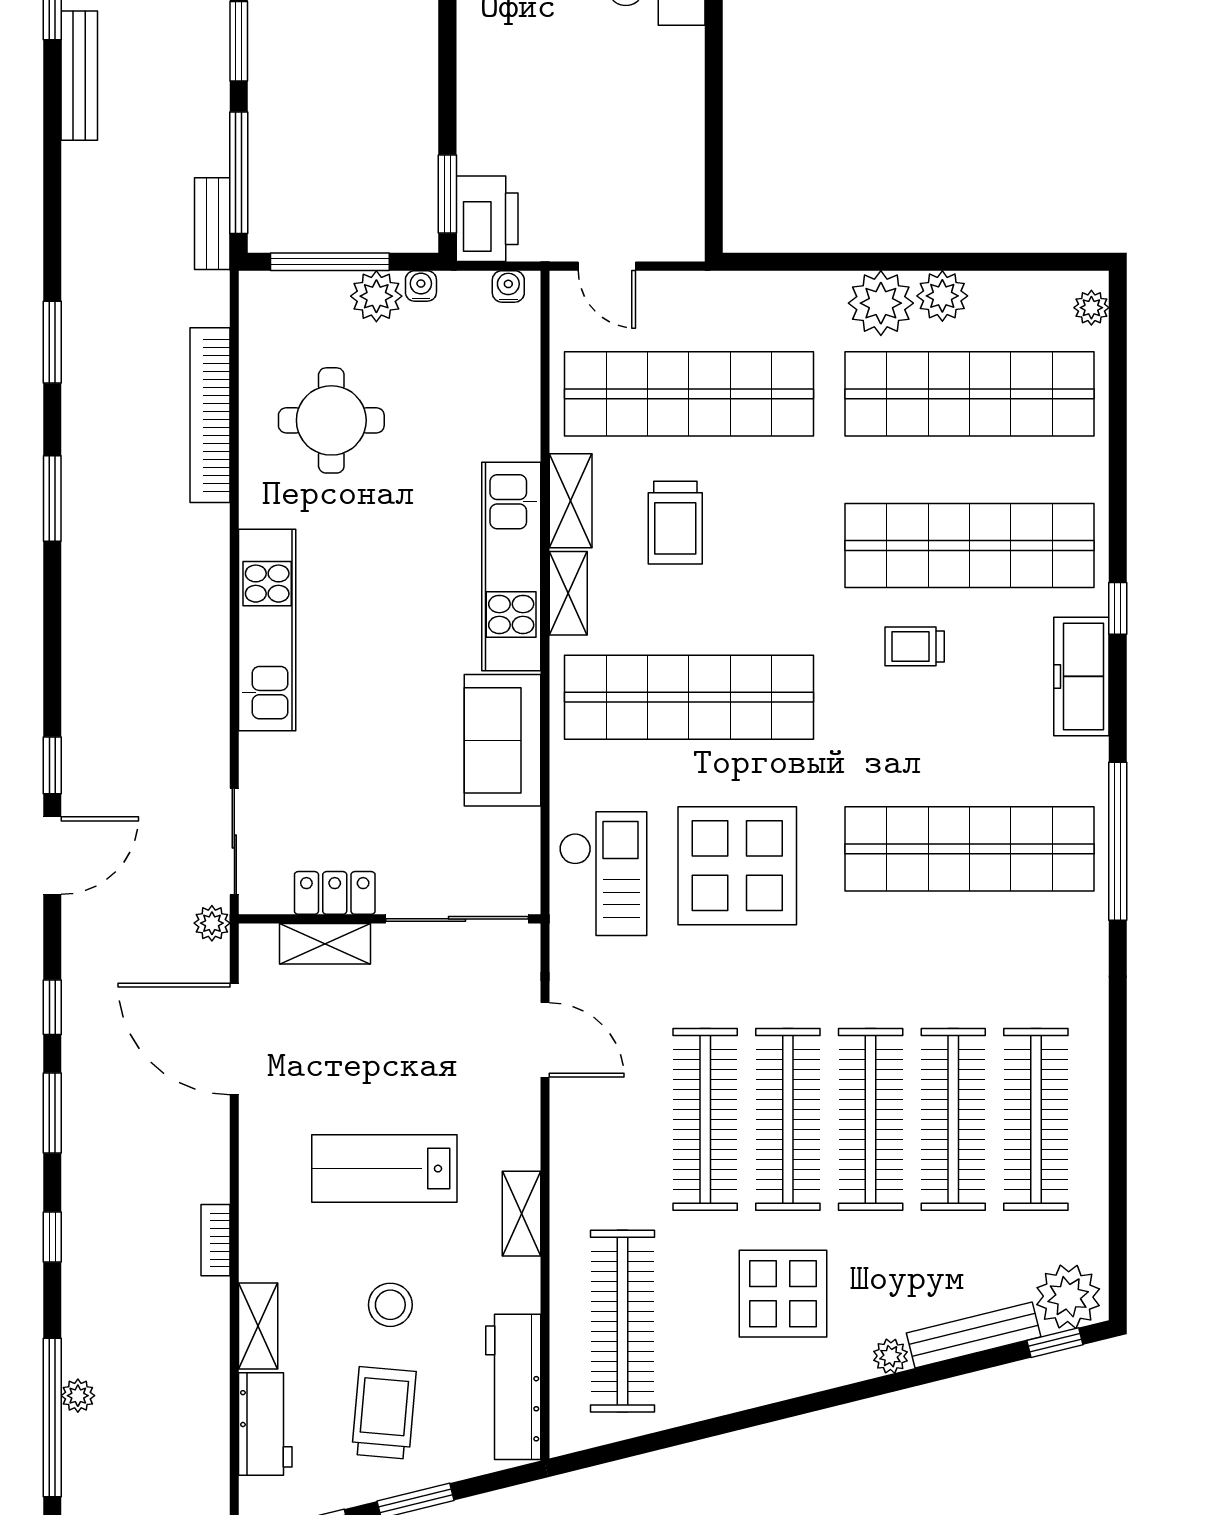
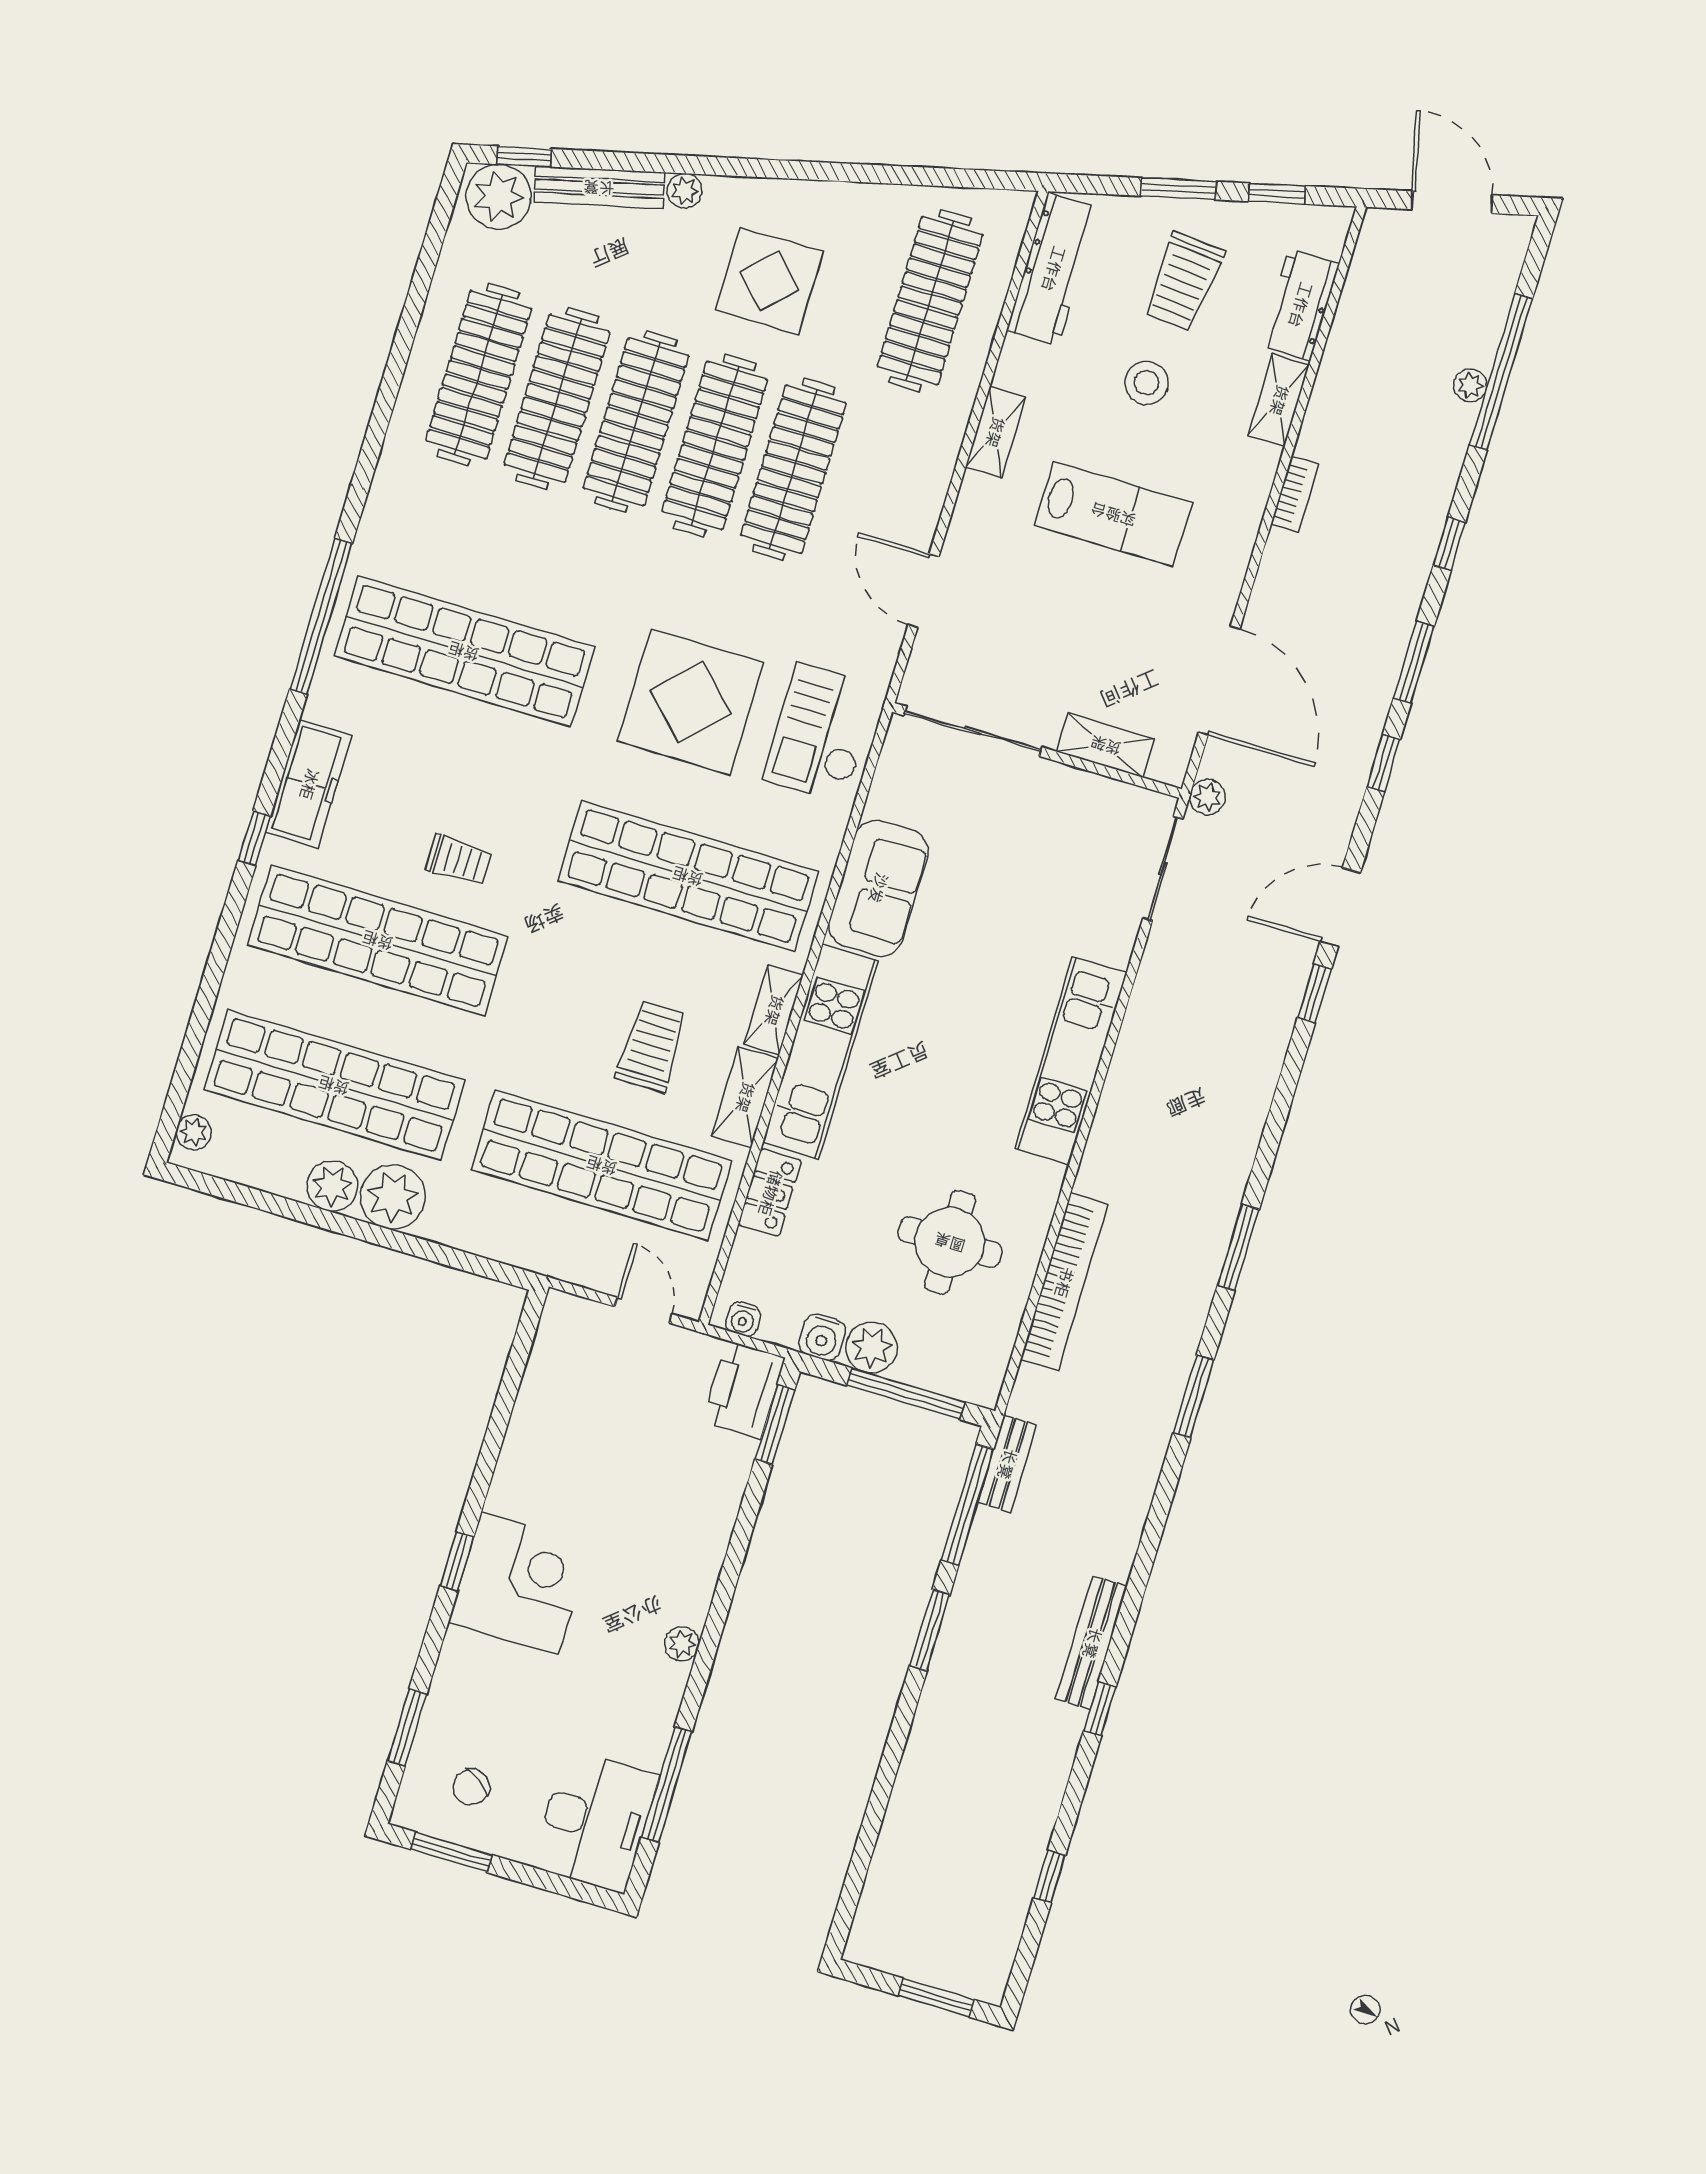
water cooler: (421, 286) -> (822, 1337), width x1.38, depth x1.38
locker: (335, 893) -> (770, 1193), moved, turned -90

